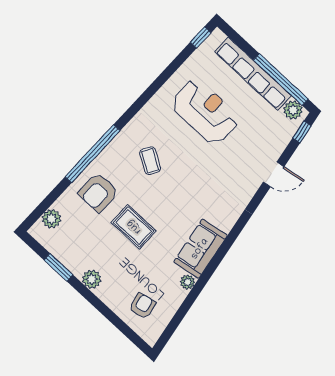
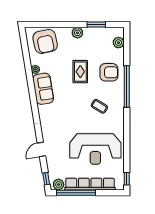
reception desk: (205, 112) -> (95, 149), width x1.36, depth x1.30
armchair: (98, 192) -> (109, 72), turned 90
rug: (134, 227) -> (80, 72), turned 90
armchair: (142, 306) -> (45, 41), width x1.88, depth x1.88

